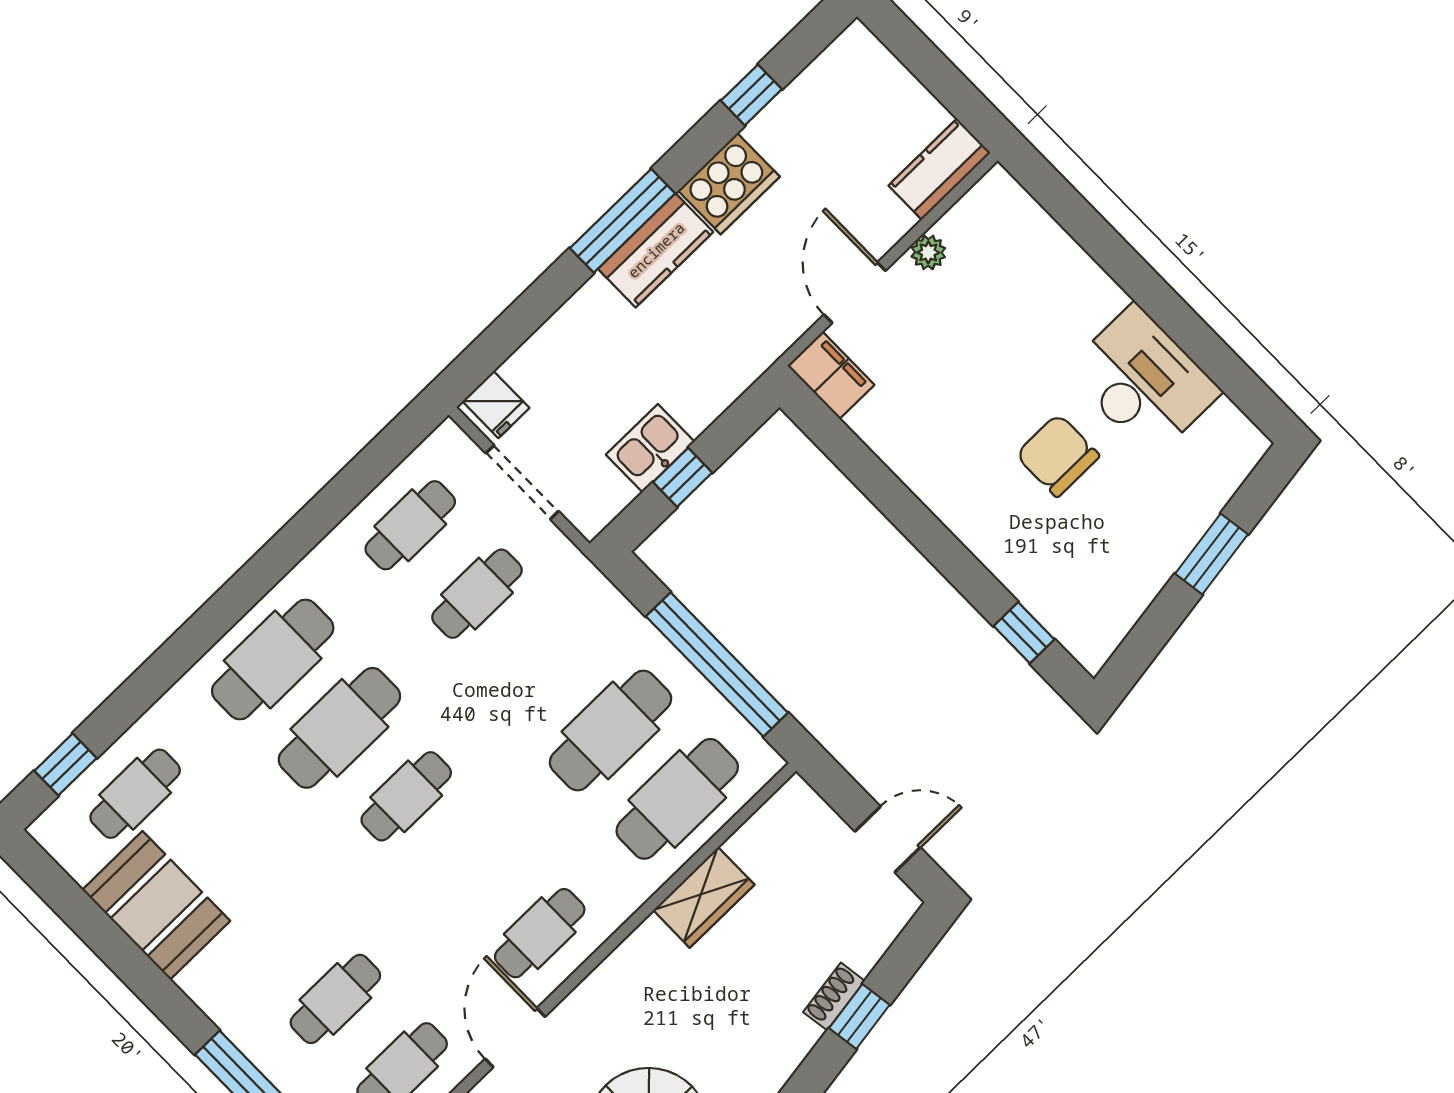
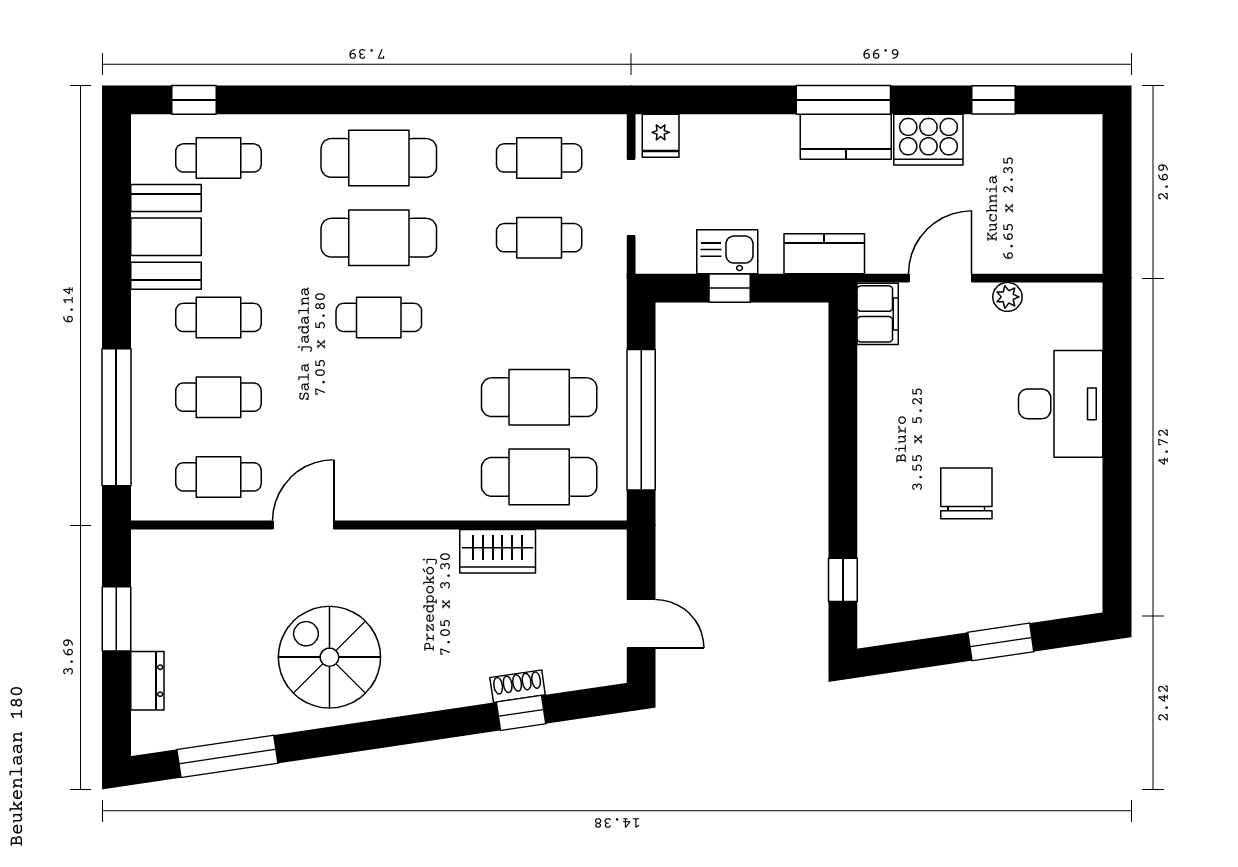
kitchen counter: (939, 169) -> (824, 254), moved
desk: (1143, 381) -> (1061, 404), moved
cafe table: (540, 933) -> (218, 317), moved

